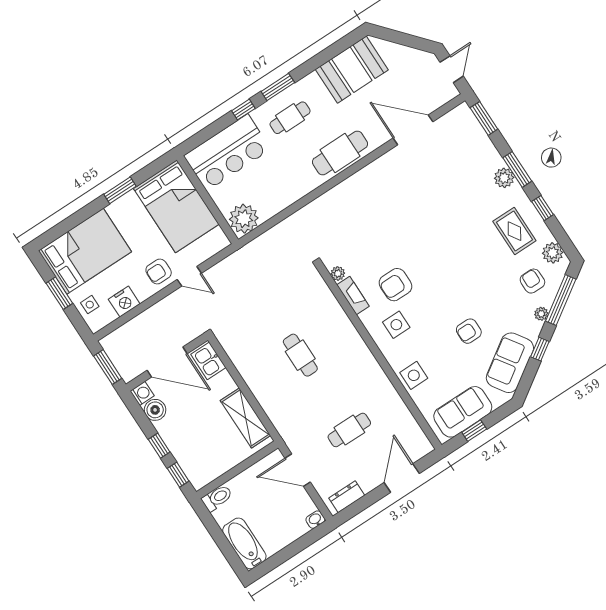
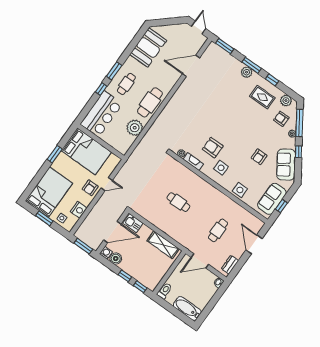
cafe table: (340, 153) -> (150, 102), moved
plant: (244, 219) -> (135, 128), moved
armchair: (395, 285) -> (213, 148), turned 90

